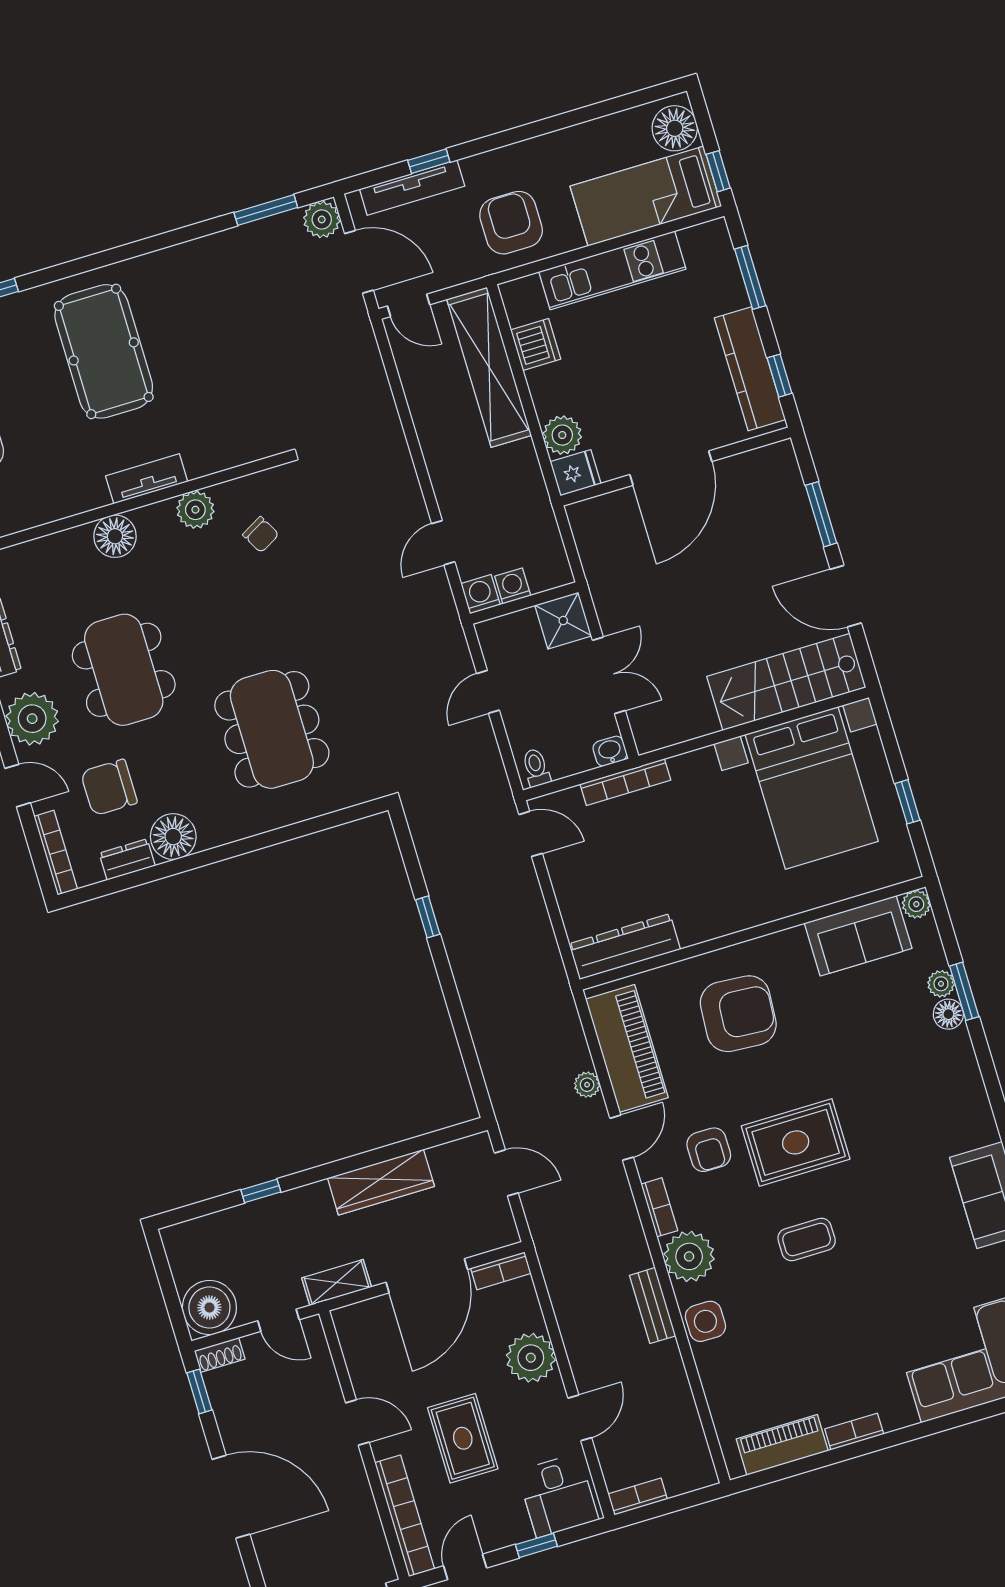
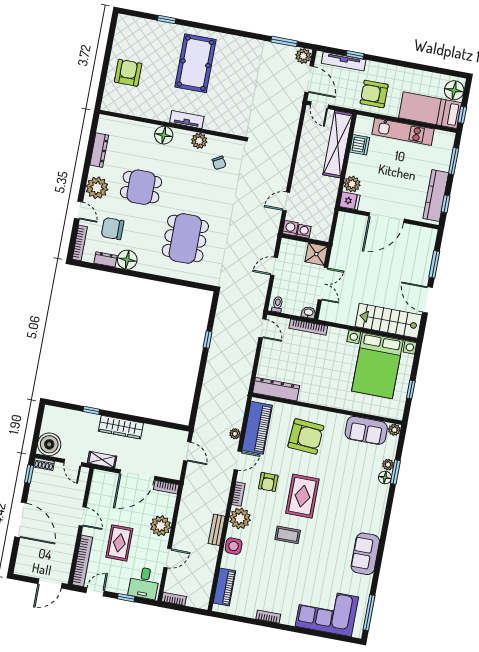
armchair: (511, 223) -> (374, 94), turned -90
dining table: (124, 670) -> (141, 187), width x0.73
rug: (796, 1142) -> (302, 496), turned 90
wardrobe: (381, 1182) -> (121, 427), moved
piano: (782, 1445) -> (224, 587), moved, turned 90

